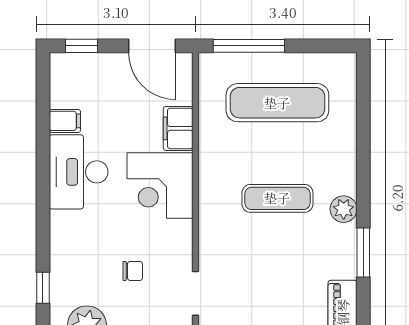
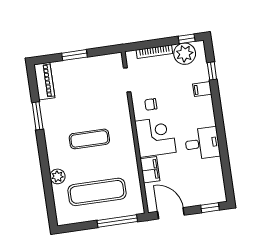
filing cabinet: (65, 121) -> (202, 89), moved
desk: (79, 172) -> (202, 143), width x0.73
plant: (344, 209) -> (57, 176), moved
chair: (133, 271) -> (151, 104), moved

